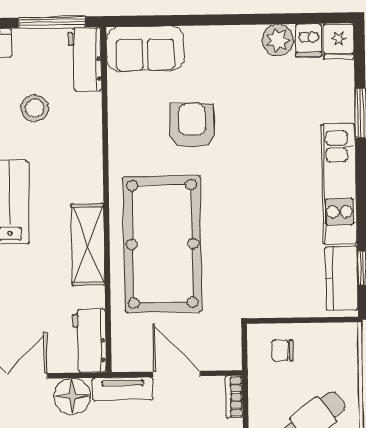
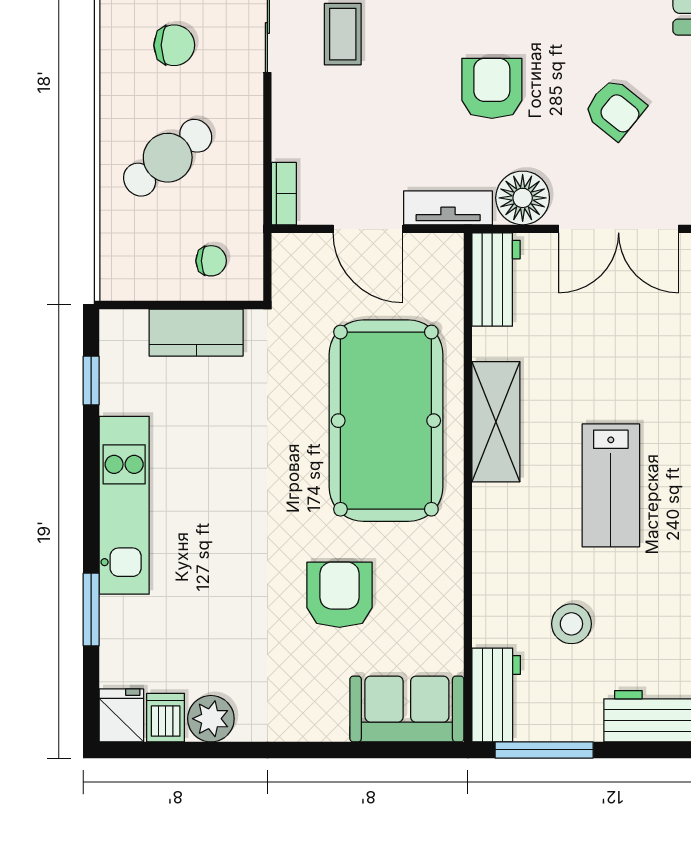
armchair: (192, 126) -> (339, 595), turned 180
kitchen counter: (342, 278) -> (196, 333), moved, turned 90

